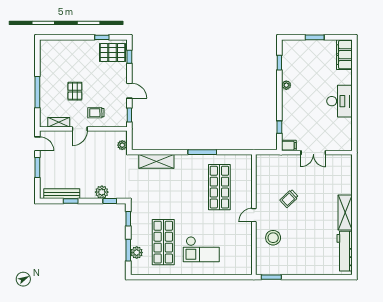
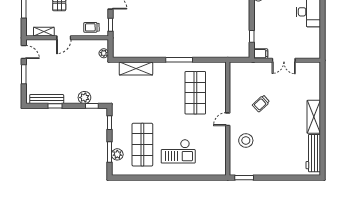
trolley: (96, 113) -> (91, 27), moved

